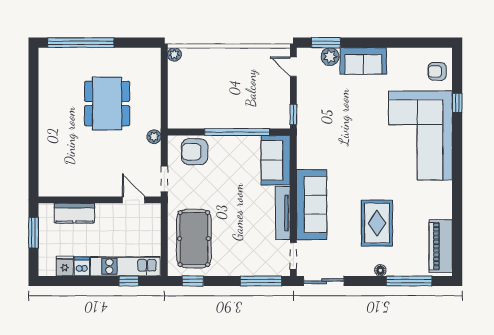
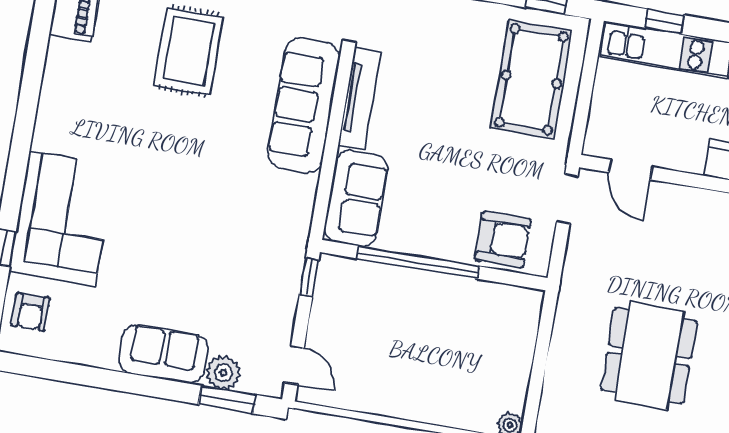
armchair: (437, 71) -> (31, 312), turned 90
corner sofa: (420, 135) -> (62, 218), width x0.73, depth x0.74
plant: (154, 137) -> (573, 280), removed

